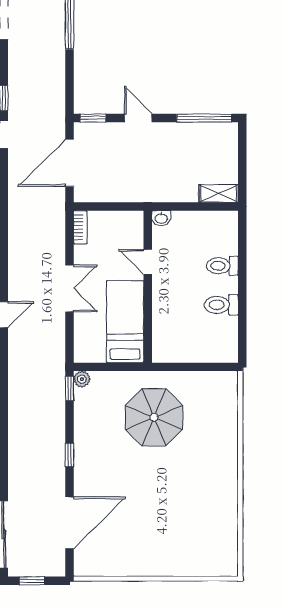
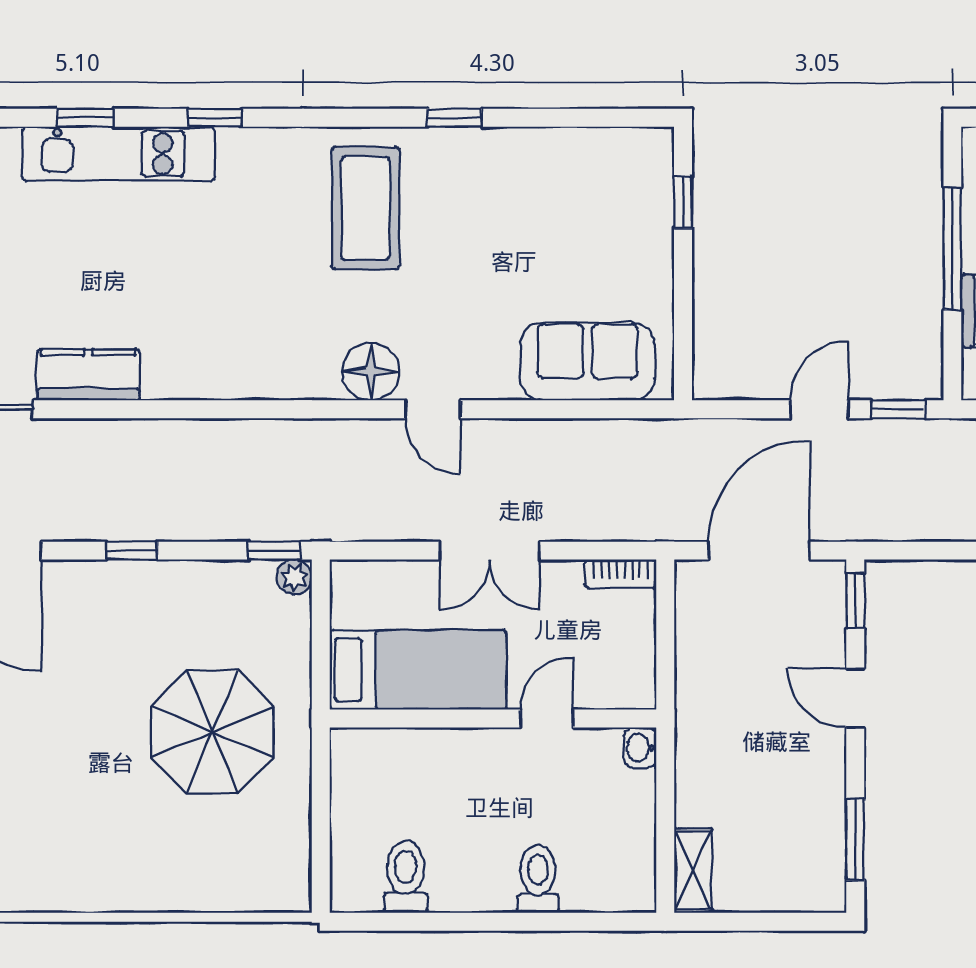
door: (138, 118) -> (855, 698), swing flipped
window: (204, 118) -> (855, 840), width x0.69
door: (70, 163) -> (759, 551), hinge flipped
toilet: (221, 305) -> (406, 877), moved

